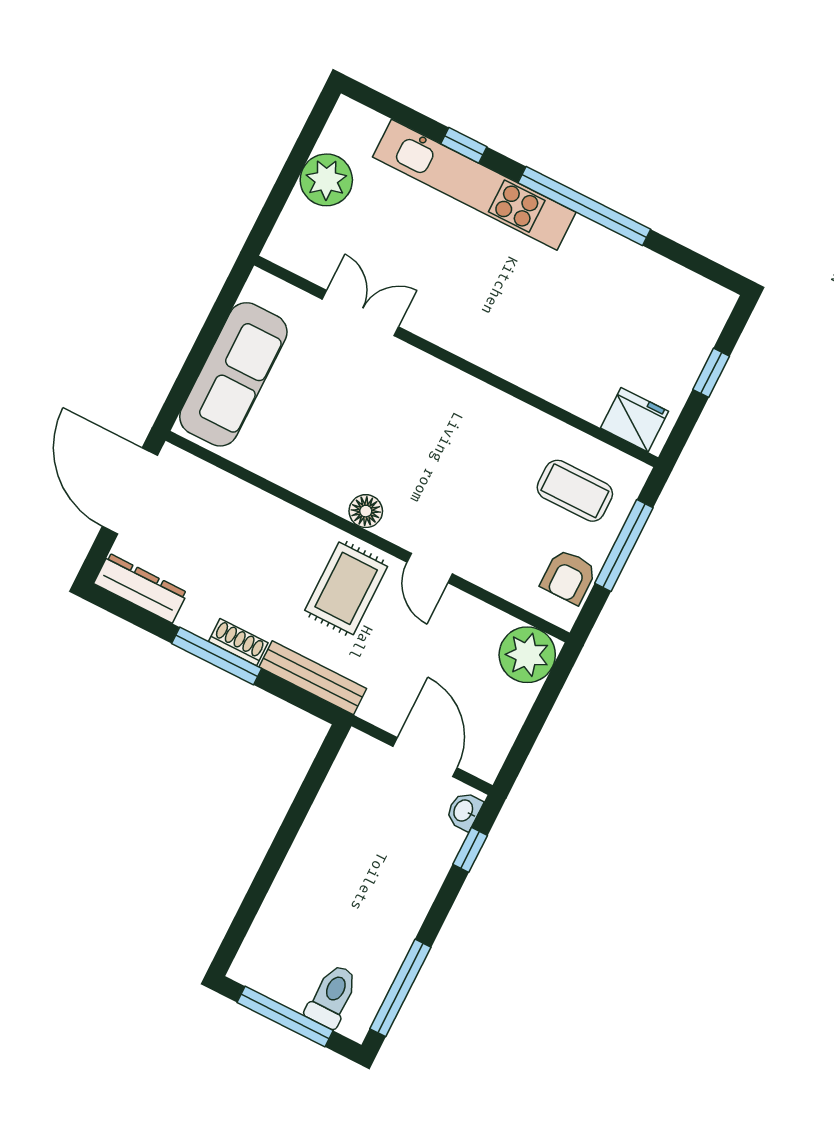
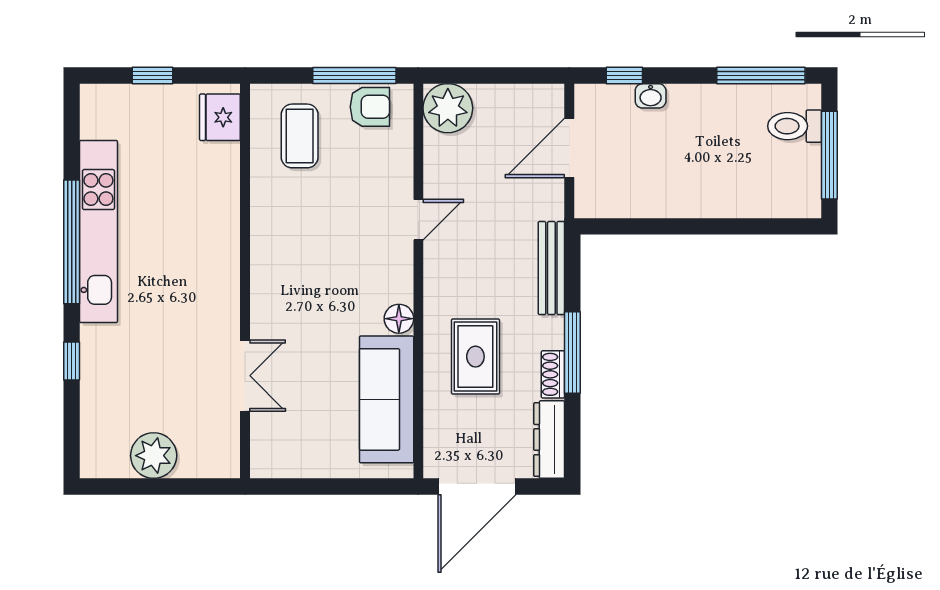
kitchen unit: (474, 185) -> (98, 232), moved
double door: (360, 313) -> (245, 376), swing flipped
sofa: (233, 374) -> (387, 399), moved, turned -90
floor lamp: (366, 511) -> (399, 319), moved
window: (624, 546) -> (354, 76), moved
rug: (346, 588) -> (475, 357), moved, turned 90
shoe rack: (238, 642) -> (553, 374), moved
washbasin: (464, 811) -> (651, 96), moved

